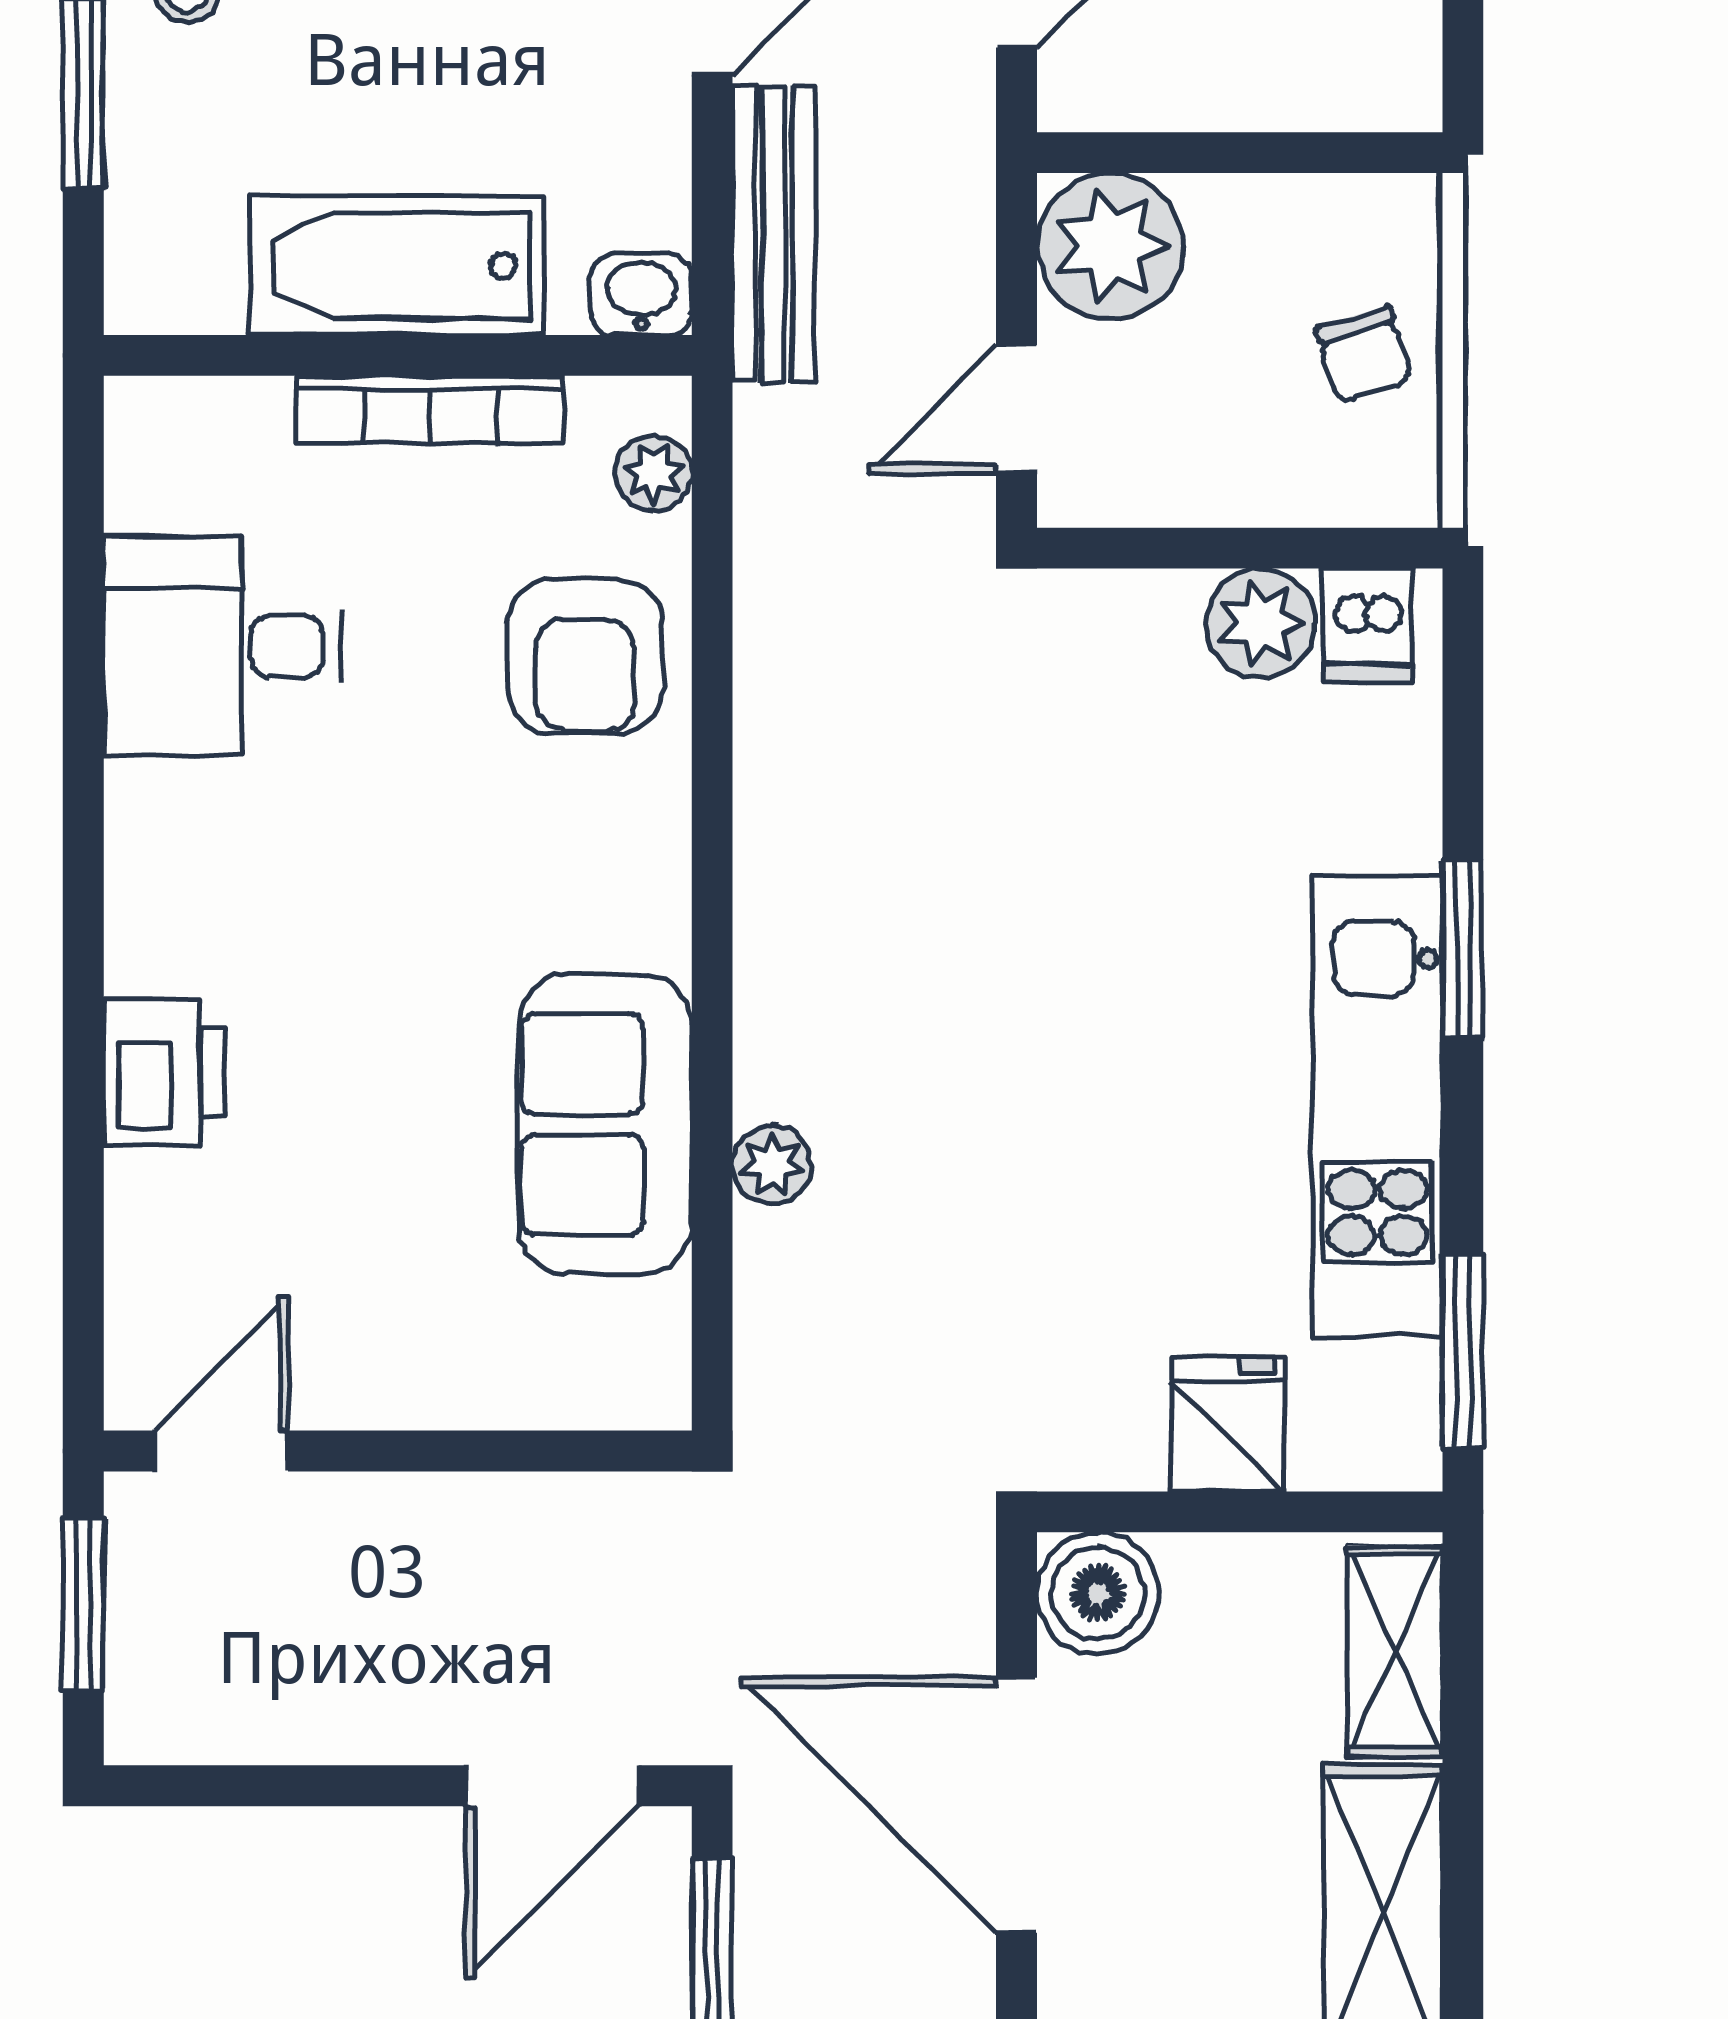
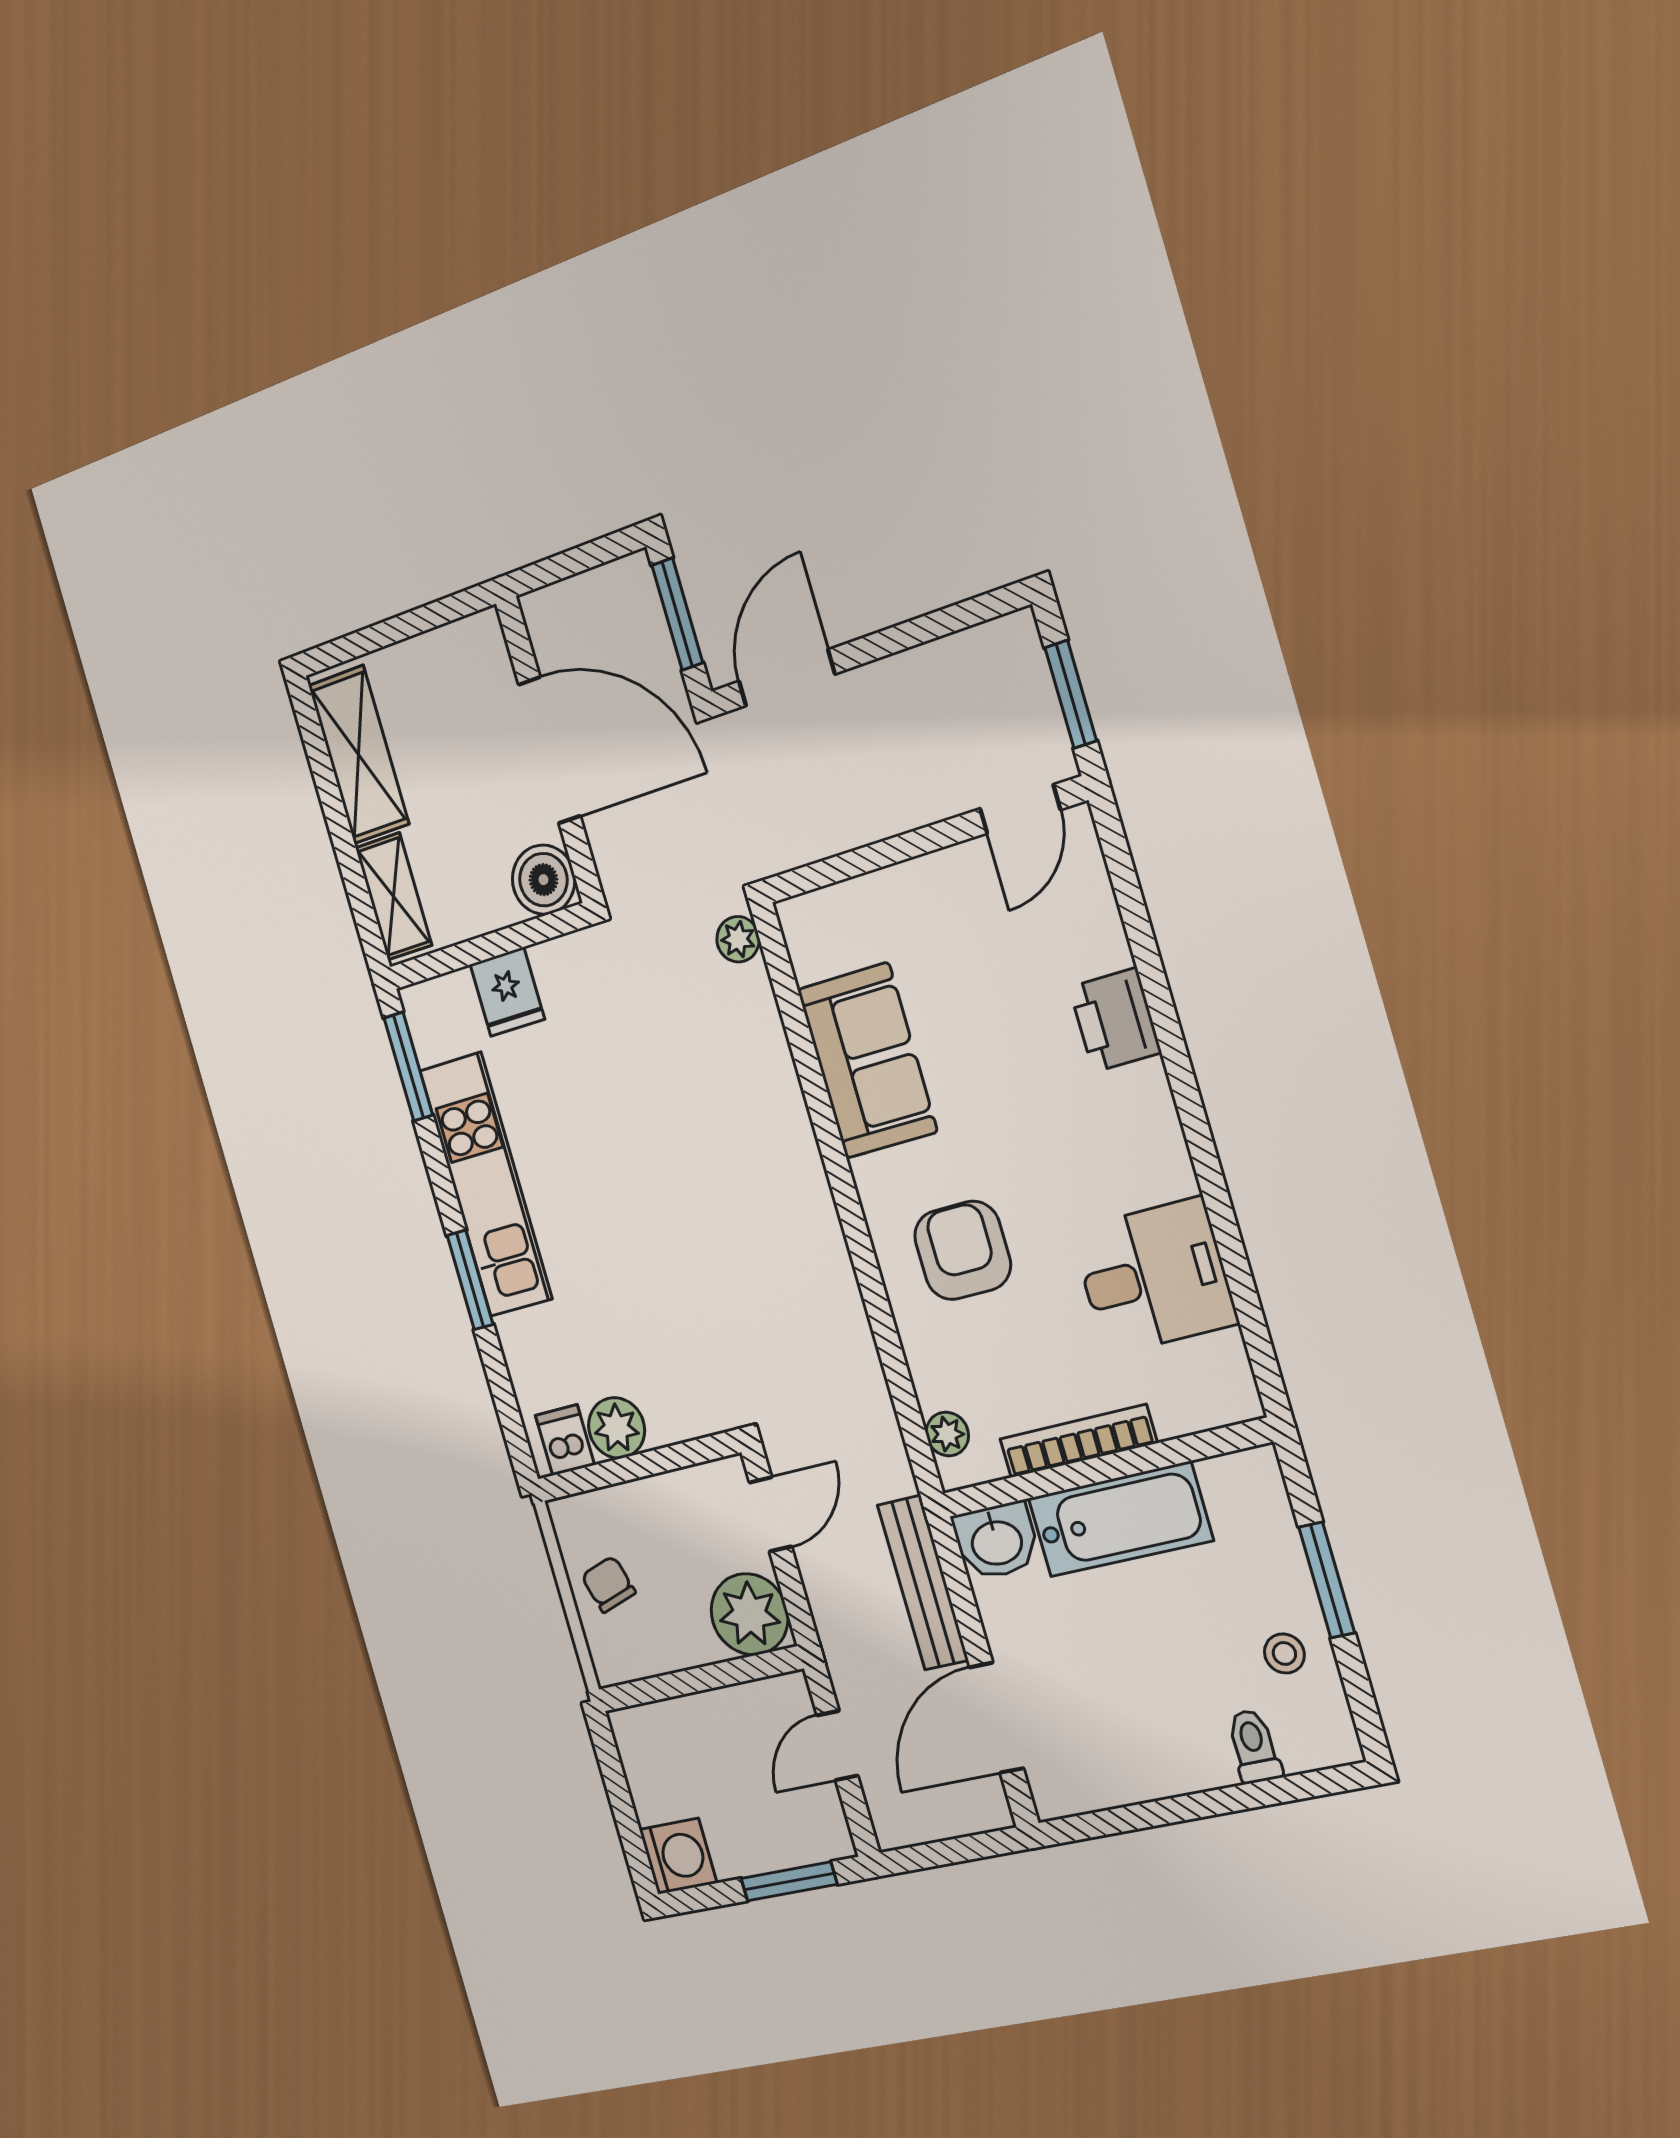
washbasin: (641, 294) -> (996, 1541), width x1.38, depth x1.45
armchair: (585, 656) -> (963, 1250), moved
plant: (772, 1165) -> (738, 939), moved

